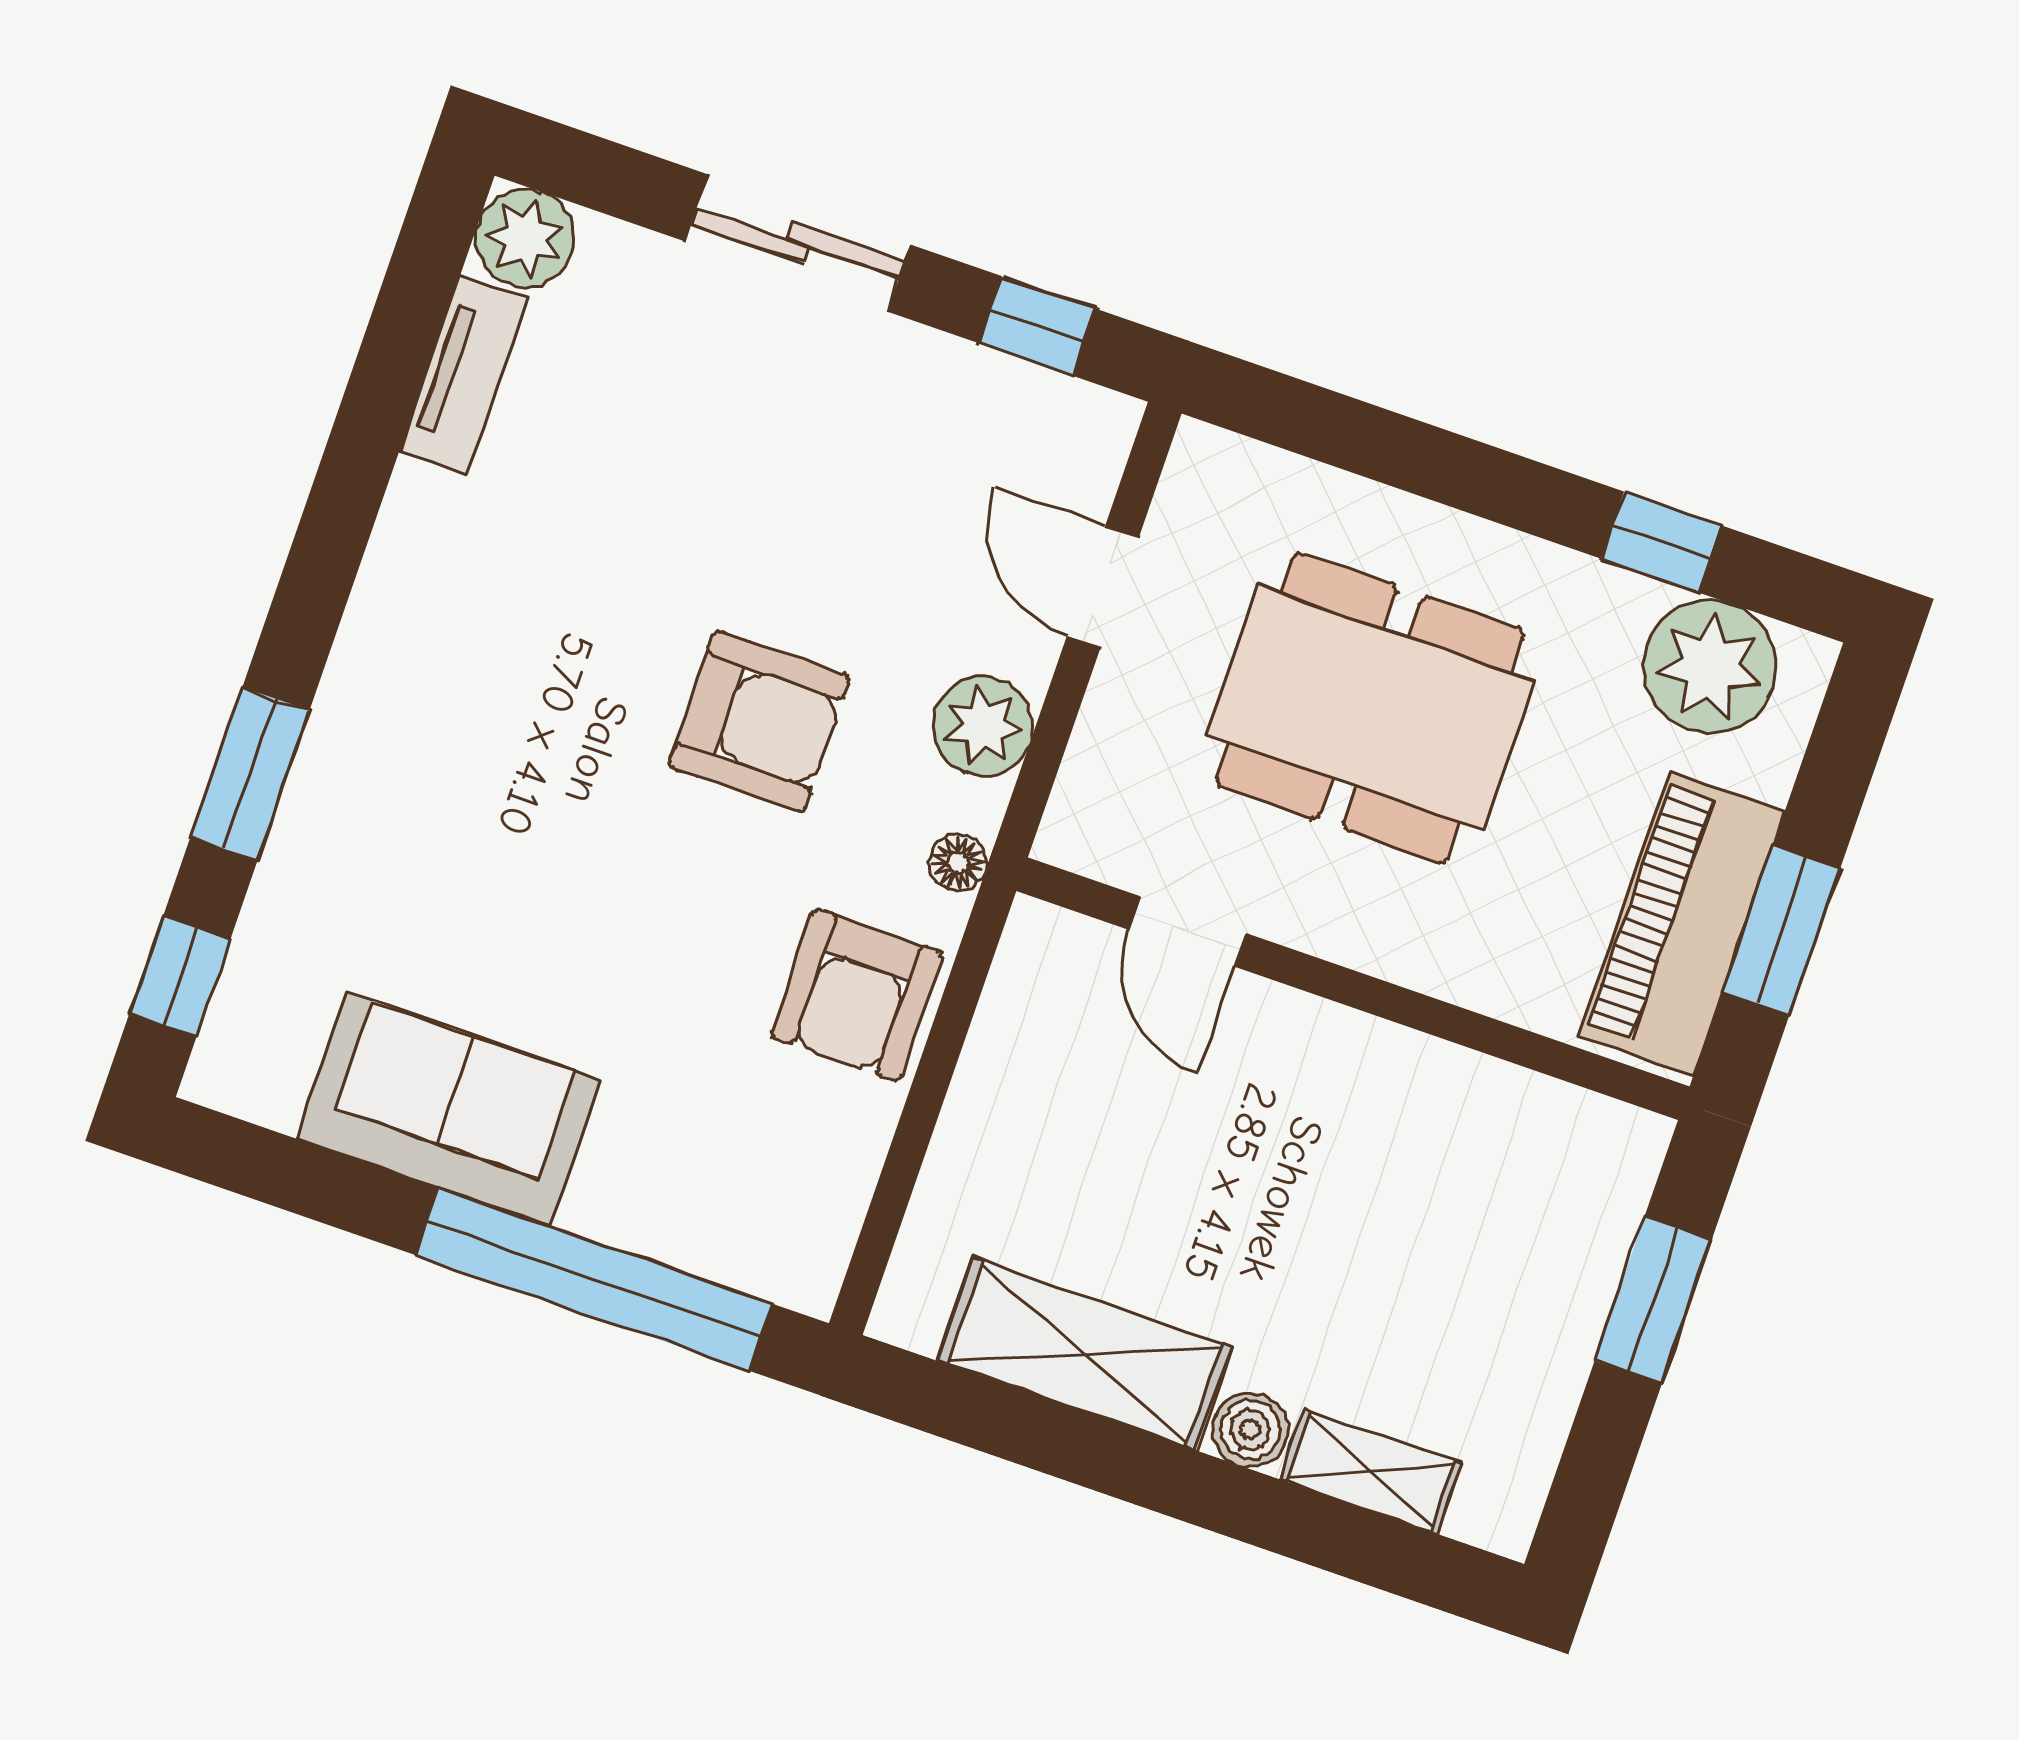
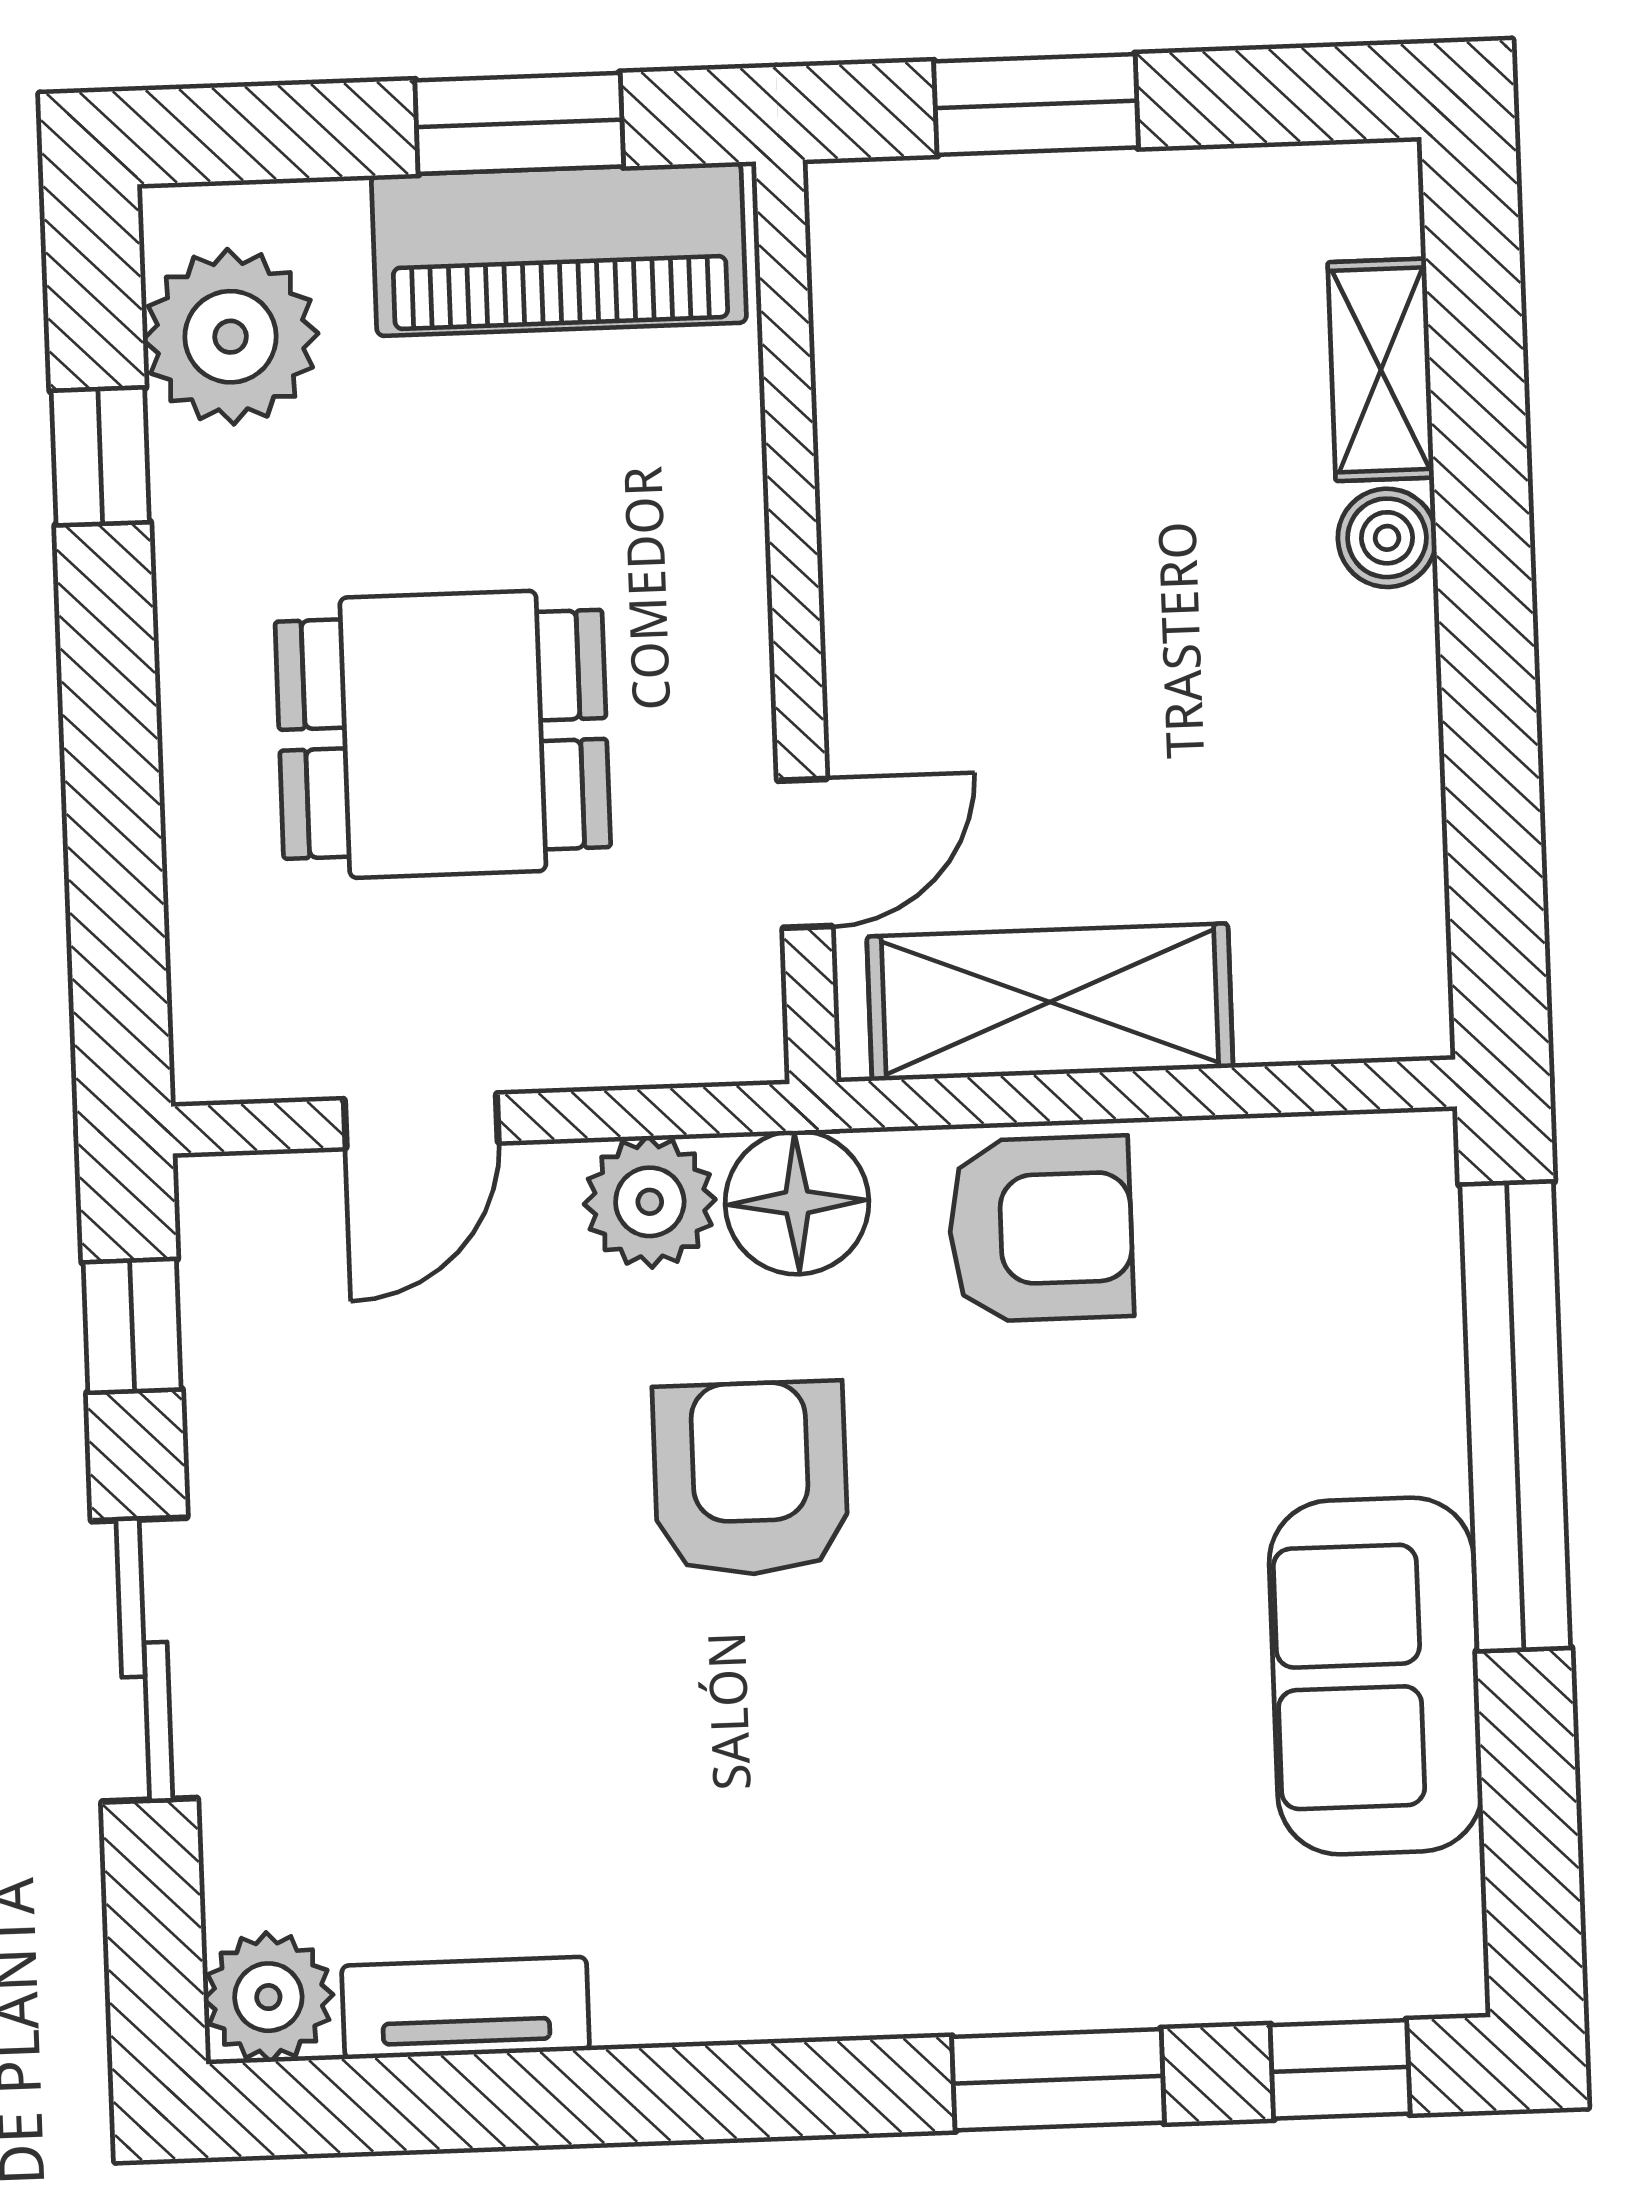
dining table: (1370, 708) -> (443, 734), width x0.73
floor lamp: (958, 863) -> (797, 1202), width x1.89, depth x1.89
shelving: (1084, 1354) -> (1050, 1002), moved, turned 90

